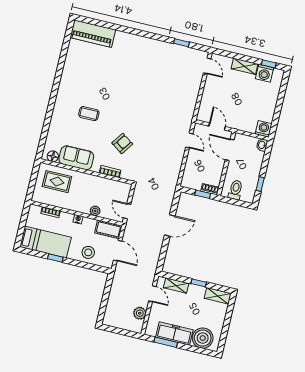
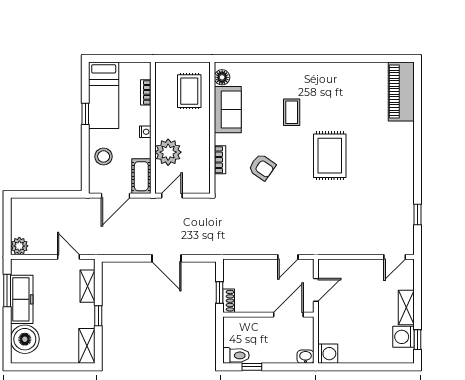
rug: (126, 94) -> (330, 156), added
toilet: (235, 190) -> (236, 355), moved
plant: (95, 211) -> (168, 152), width x1.87, depth x1.87
door: (152, 294) -> (68, 257), swing flipped
plant: (140, 313) -> (19, 246), moved

